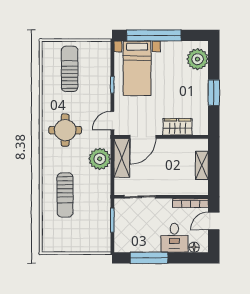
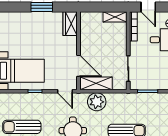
plant: (198, 59) -> (14, 20), removed
wardrobe: (178, 127) -> (70, 24), moved
shelving: (202, 165) -> (115, 17), moved

